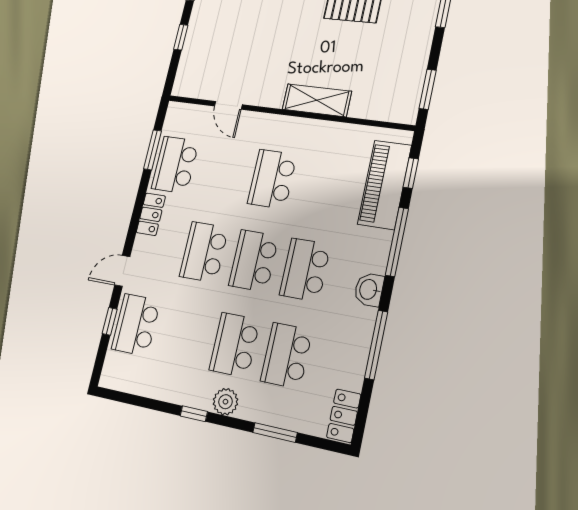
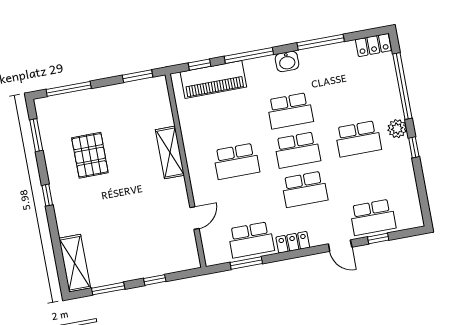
school desk: (286, 356) -> (351, 99), removed
window: (275, 433) -> (402, 86), width x2.11

